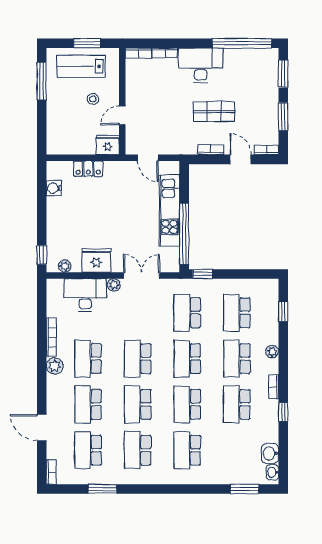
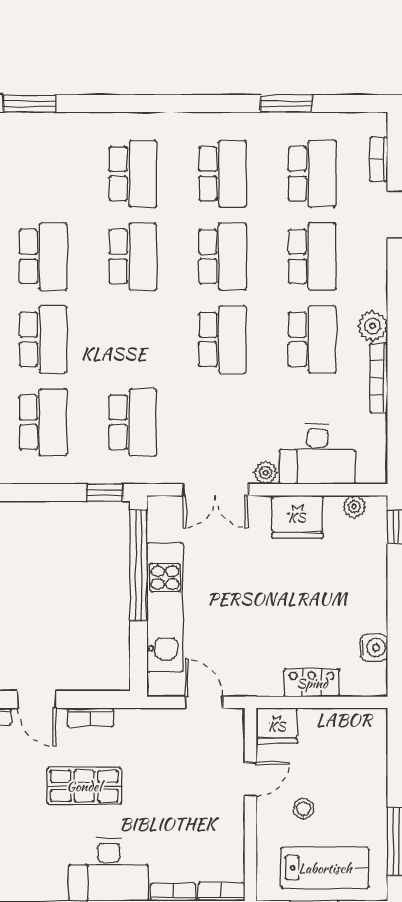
school desk: (187, 359) -> (133, 339), removed
bookcase: (51, 472) -> (379, 159), moved

